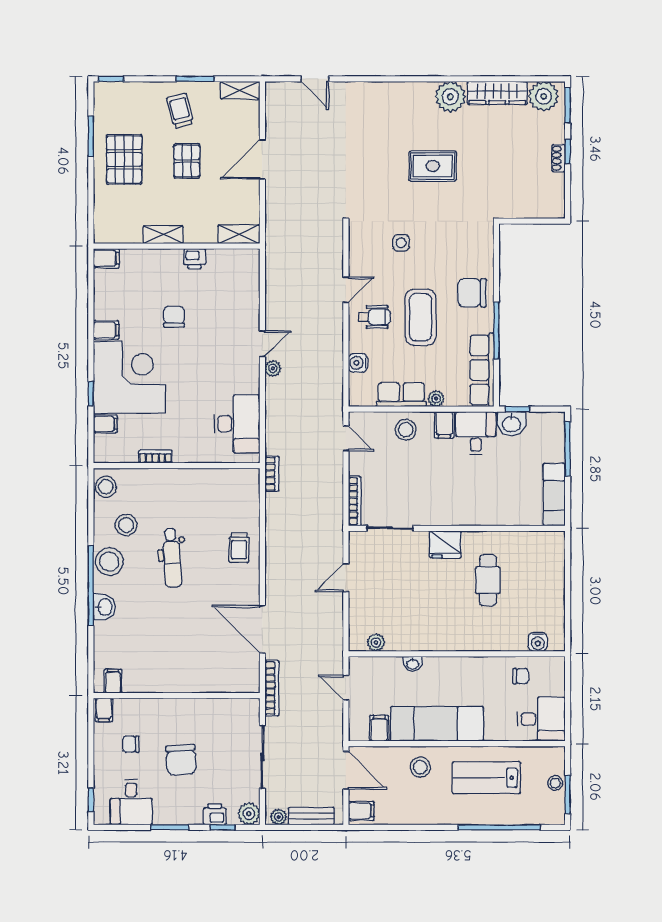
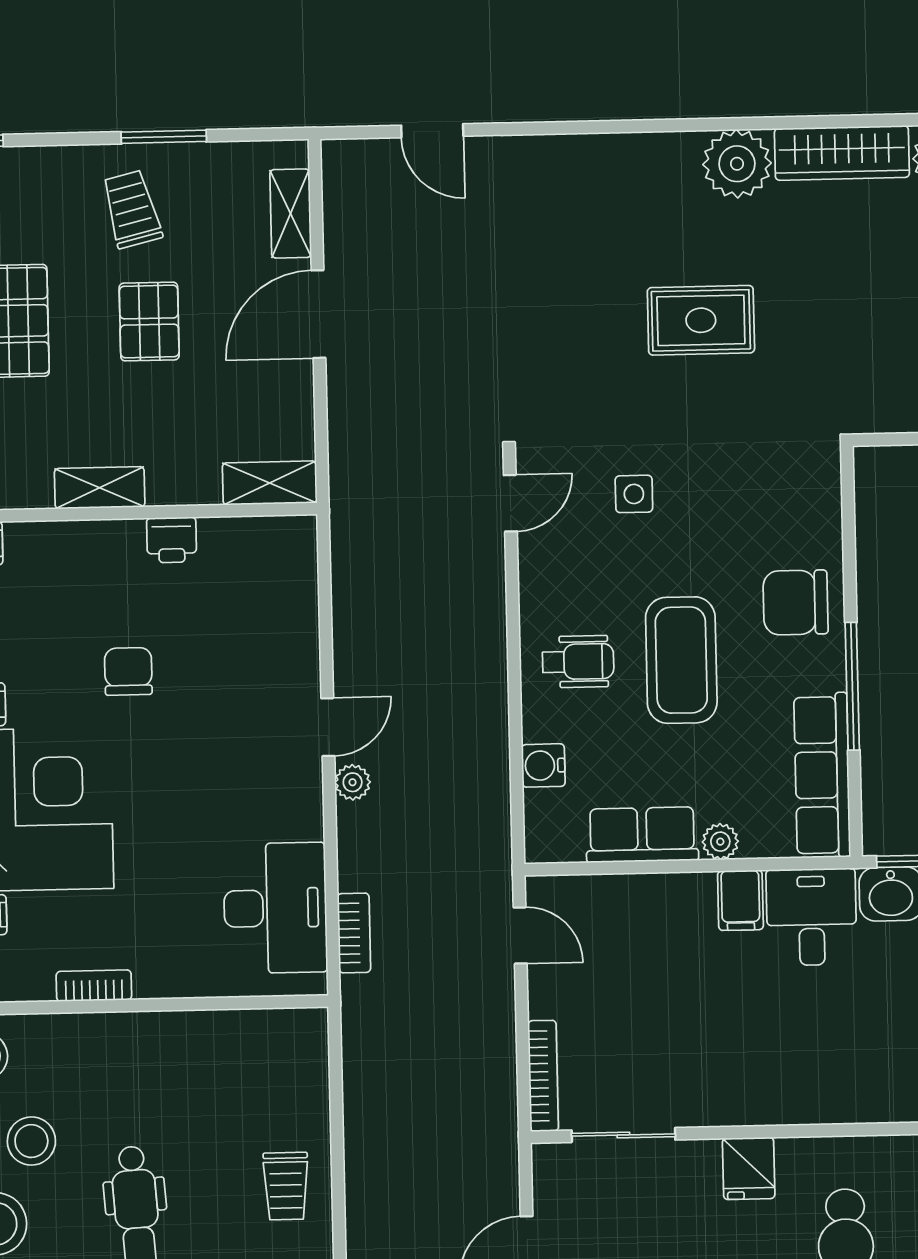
shelving: (240, 90) -> (291, 213), moved, turned 90
door: (346, 290) -> (510, 503), moved
stool: (406, 430) -> (654, 913), removed
bookcase: (272, 474) -> (354, 933), moved
fridge: (445, 544) -> (749, 1168), width x0.72

